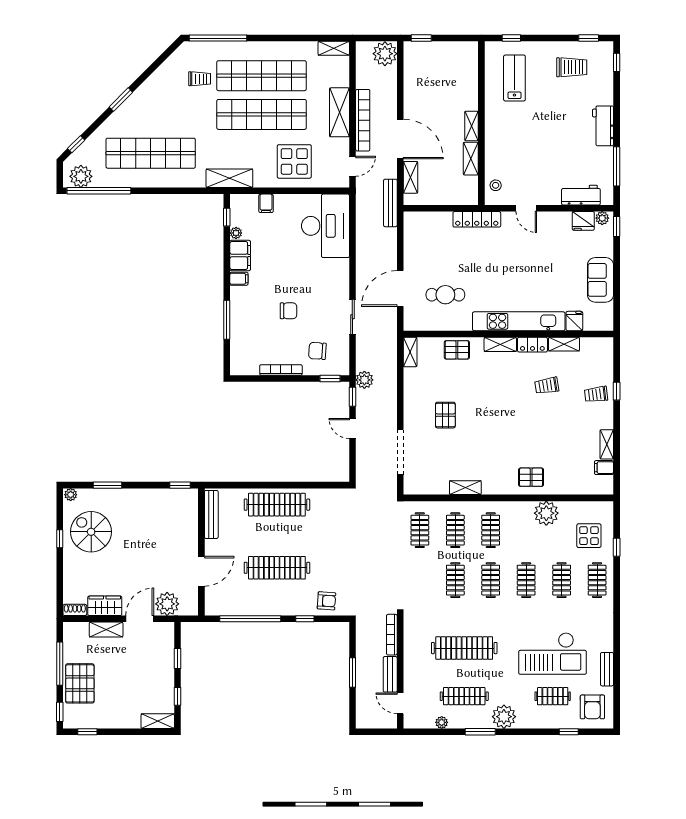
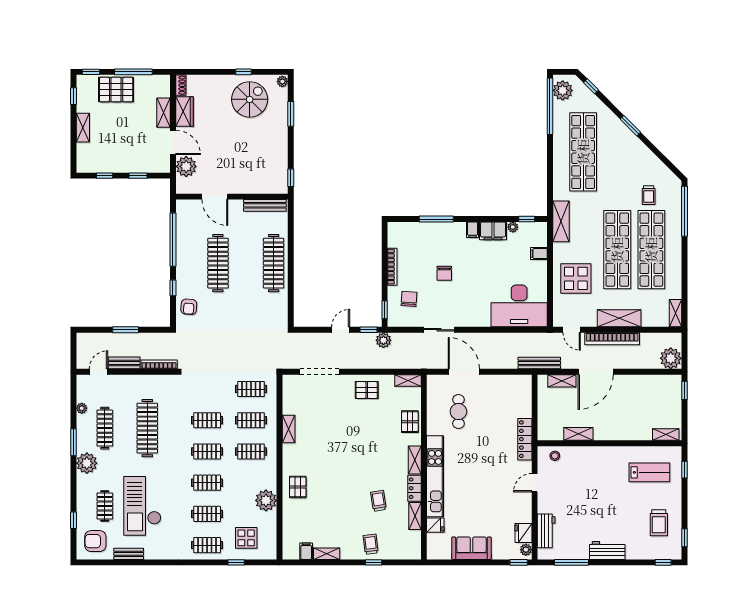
shelving: (471, 126) -> (666, 435), moved
pallet: (445, 415) -> (367, 390), moved
shelving: (158, 721) -> (83, 128), moved

